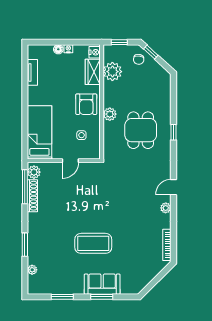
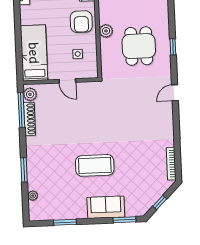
door: (70, 161) -> (67, 81), hinge flipped
door: (174, 187) -> (175, 93), moved
plant: (166, 208) -> (168, 125), removed
window: (154, 282) -> (160, 203), added
window: (102, 297) -> (124, 220), moved

